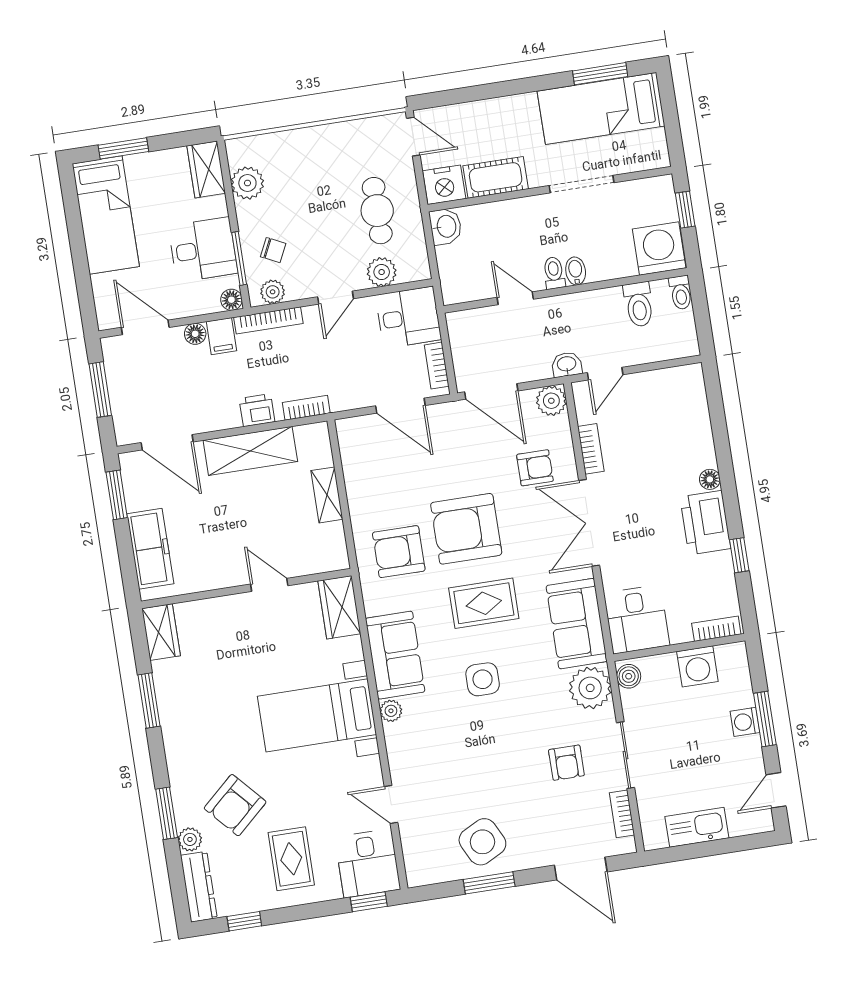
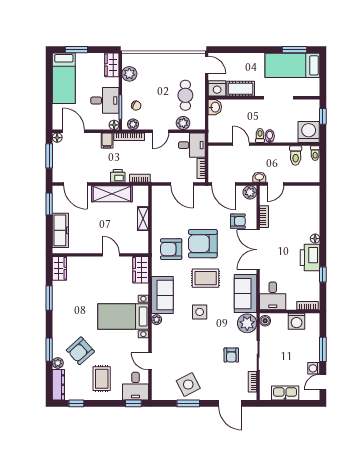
floor lamp: (195, 334) -> (57, 138), moved
washing machine: (745, 722) -> (314, 368), moved

